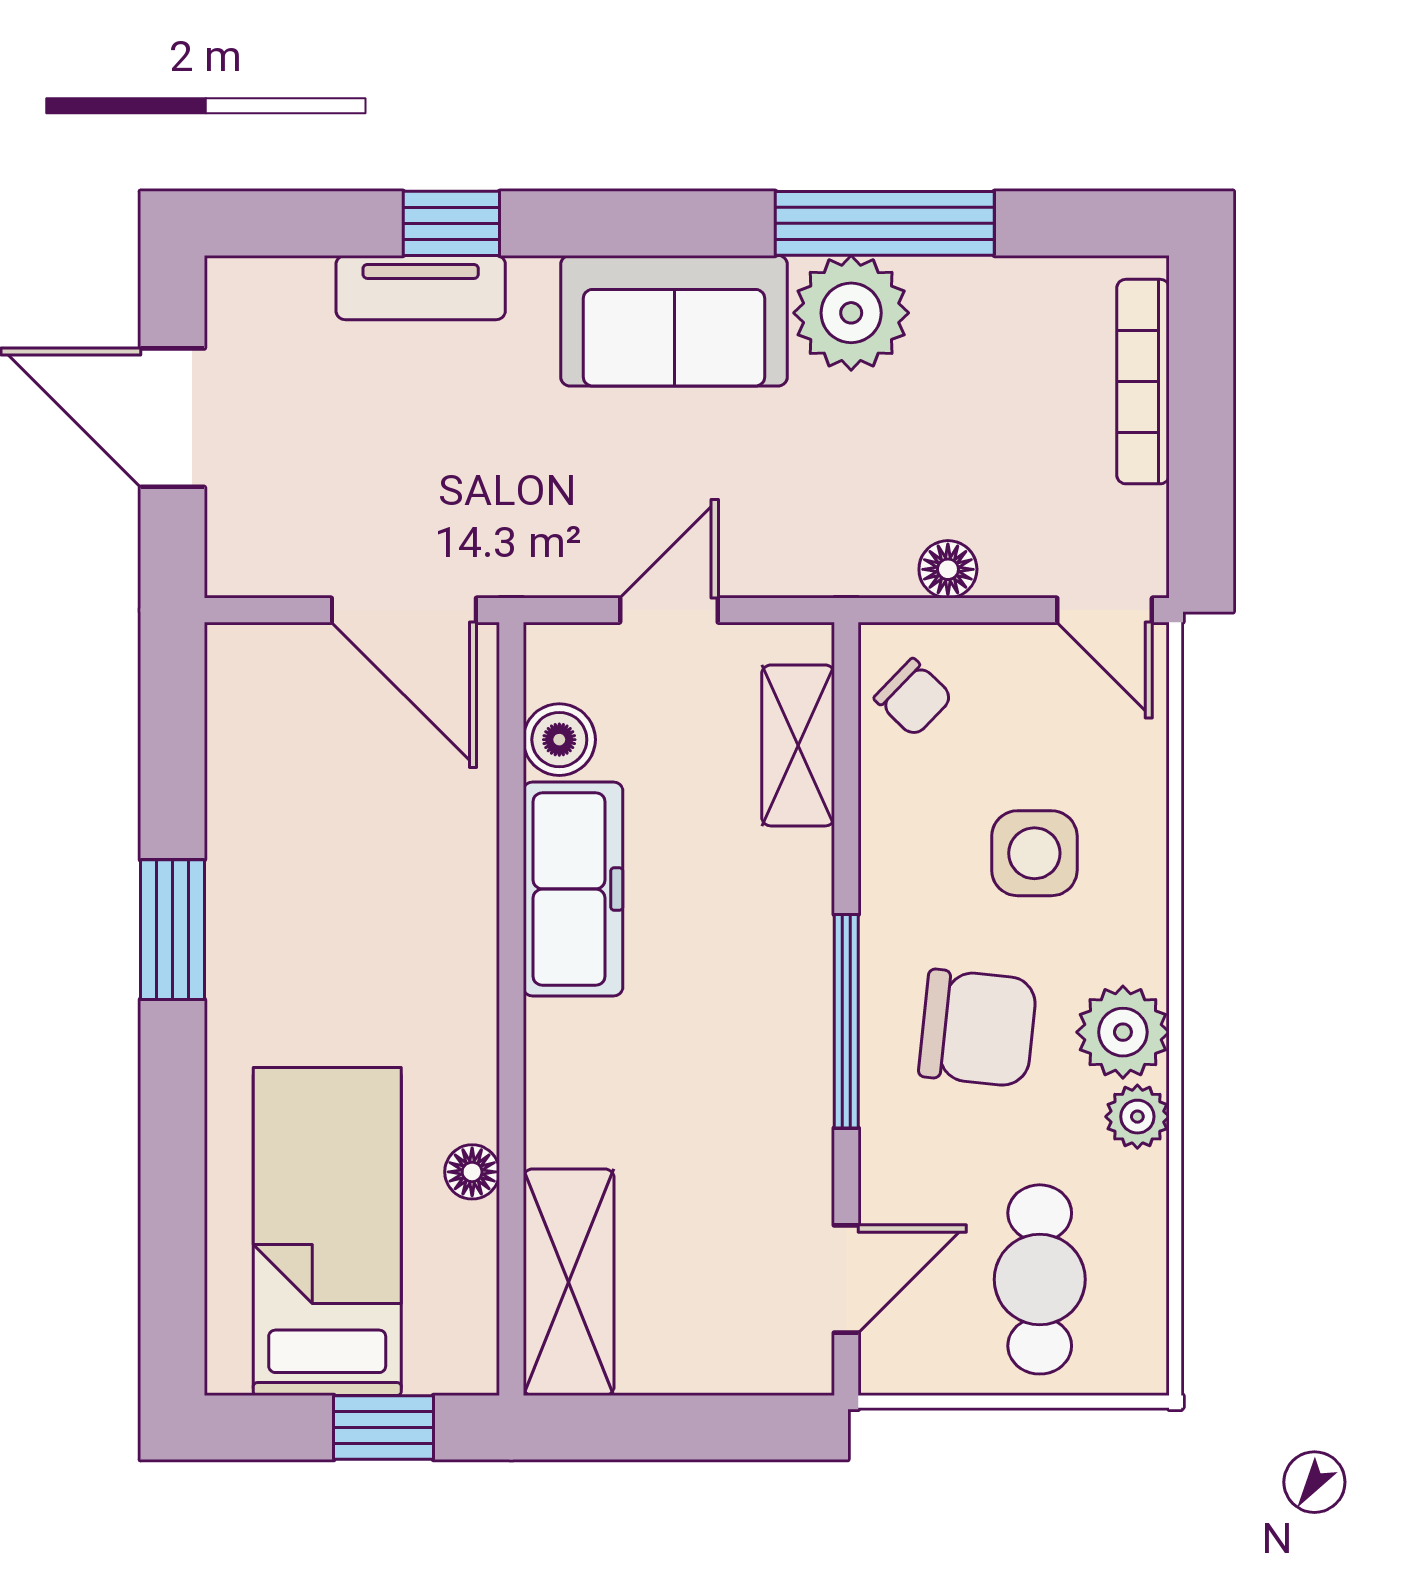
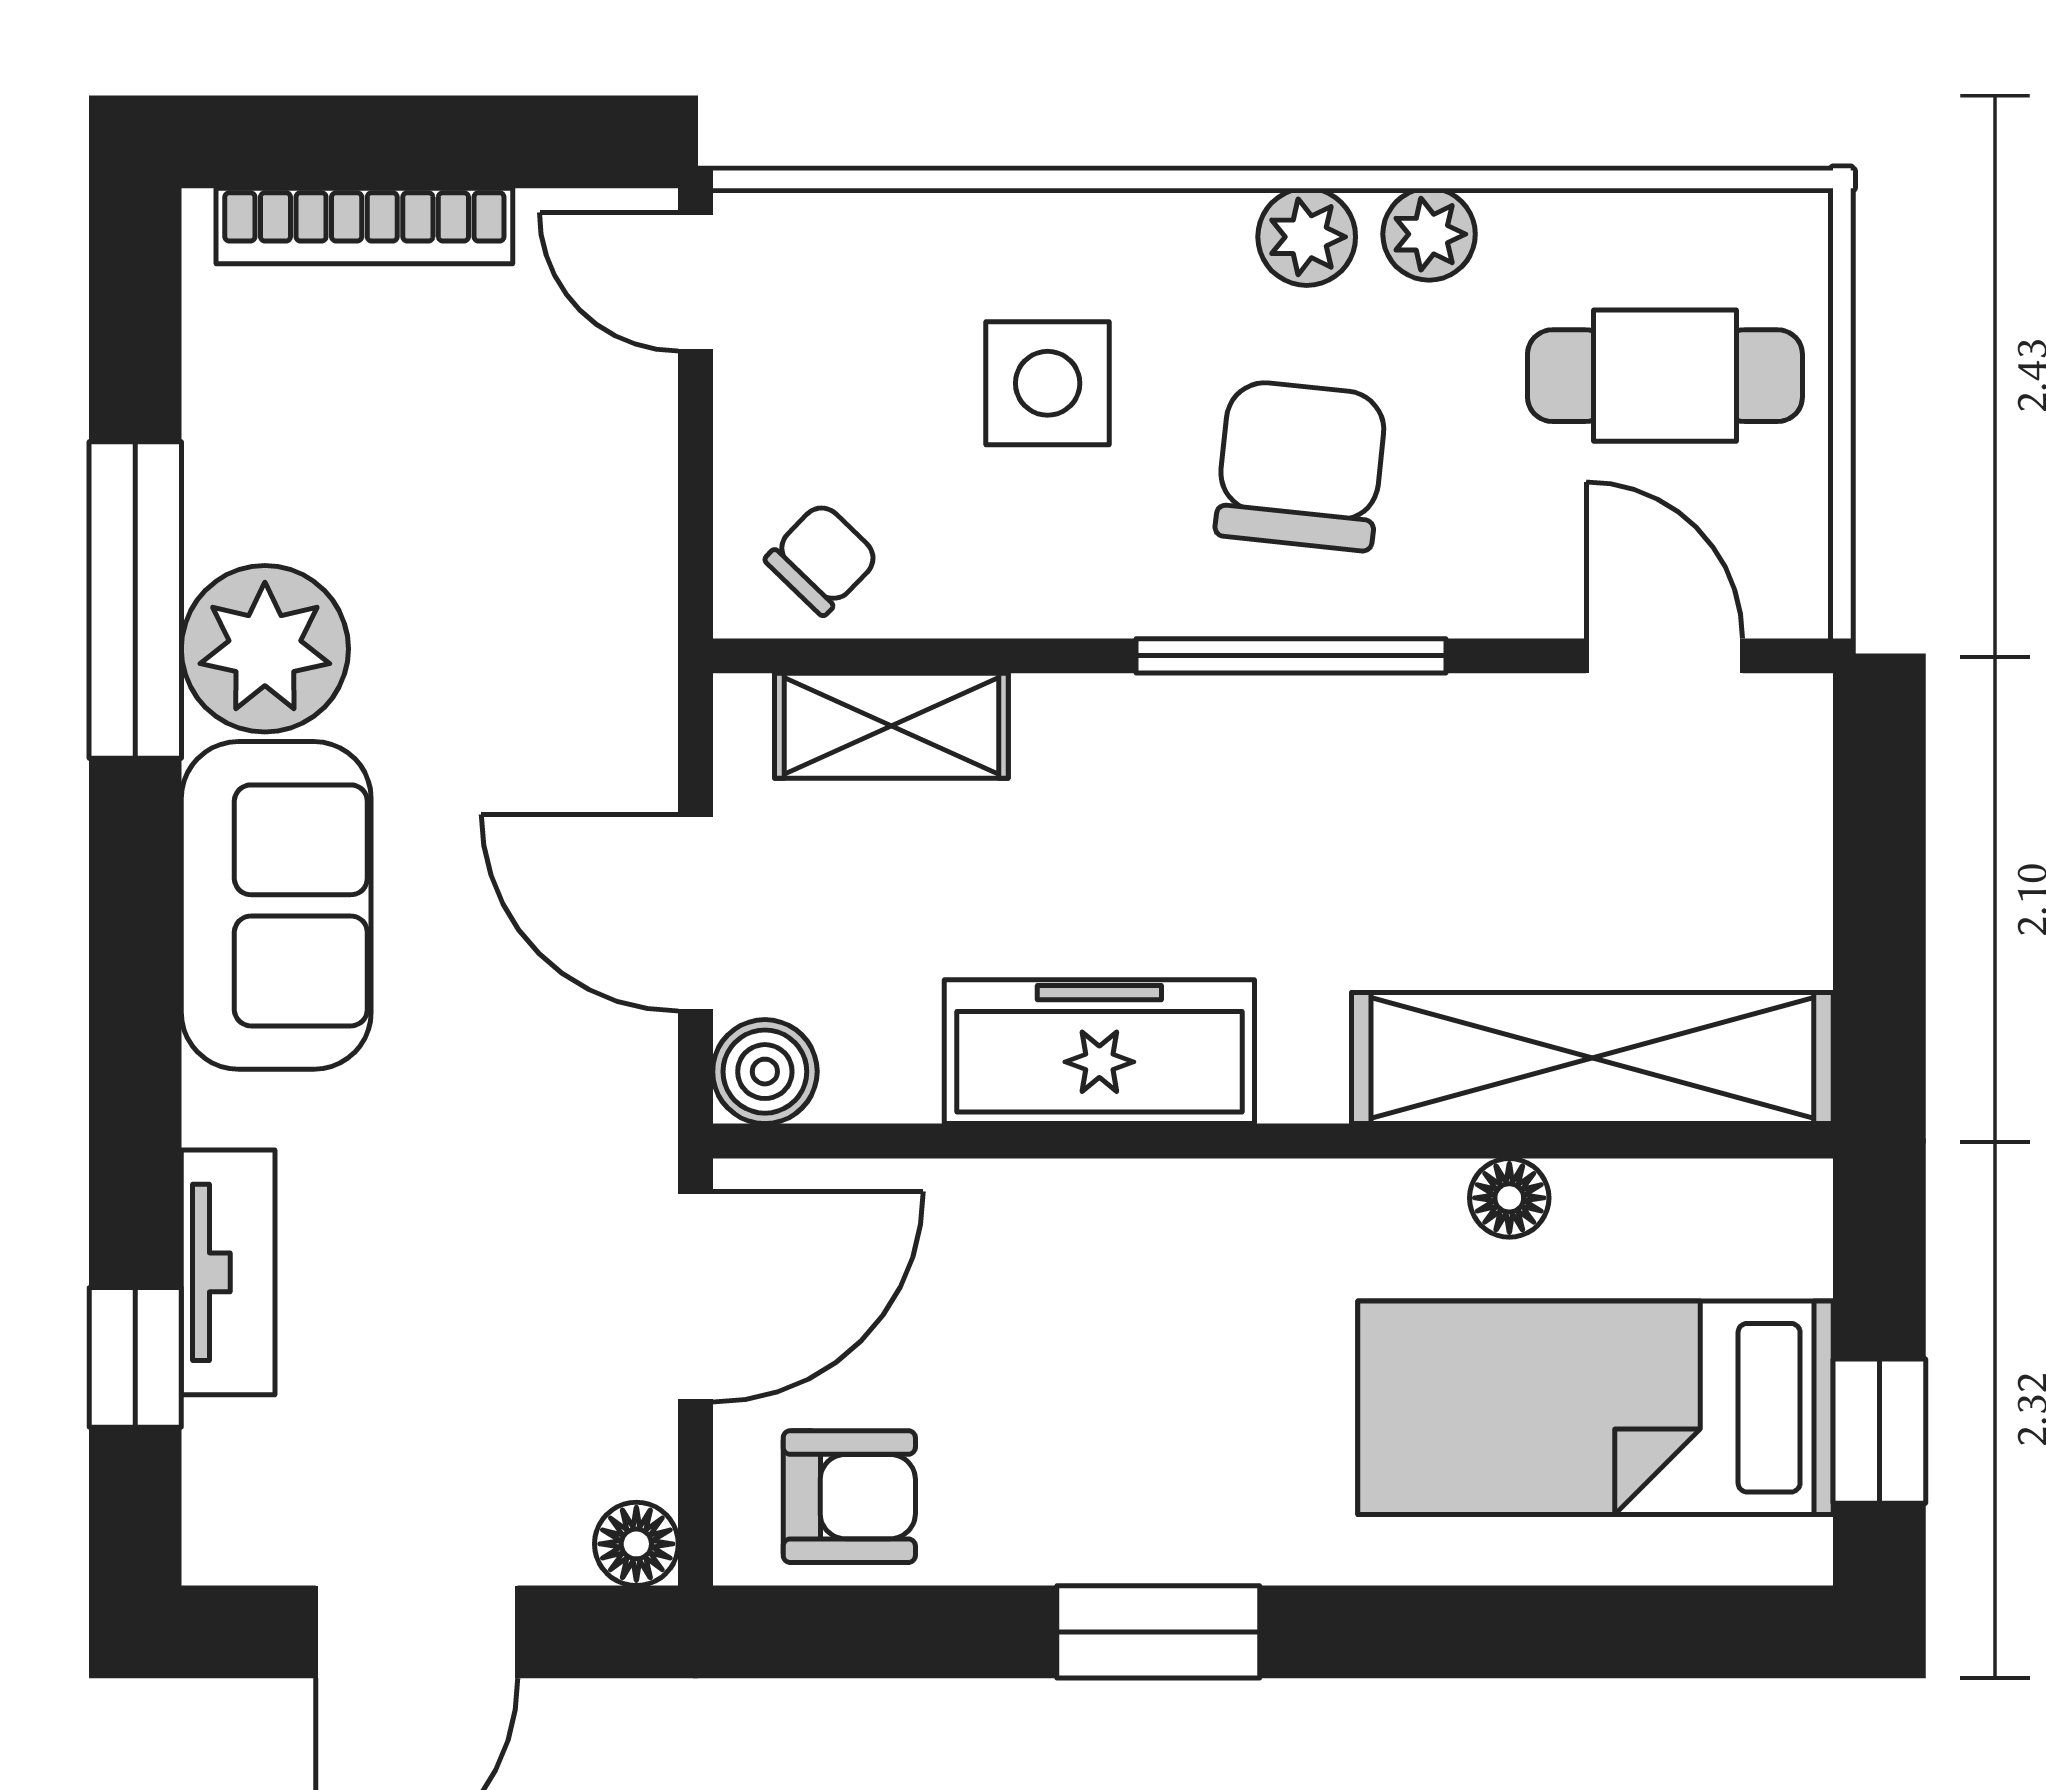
window: (451, 223) -> (135, 1357), moved
floor lamp: (948, 569) -> (636, 1544), moved
door: (669, 610) -> (695, 913), width x1.38
door: (1105, 610) -> (695, 282), swing flipped
armchair: (266, 716) -> (849, 1497), added
boiler: (559, 740) -> (765, 1072), moved
plant: (1123, 1032) -> (1307, 237), width x0.73, depth x0.73
shelving: (569, 1282) -> (1592, 1058), width x1.47
window: (384, 1427) -> (1879, 1431), moved

